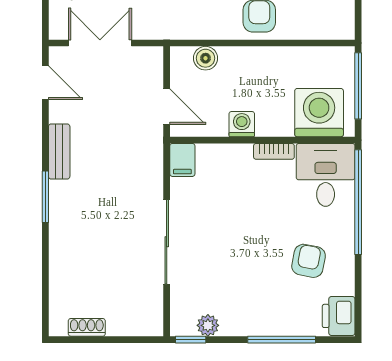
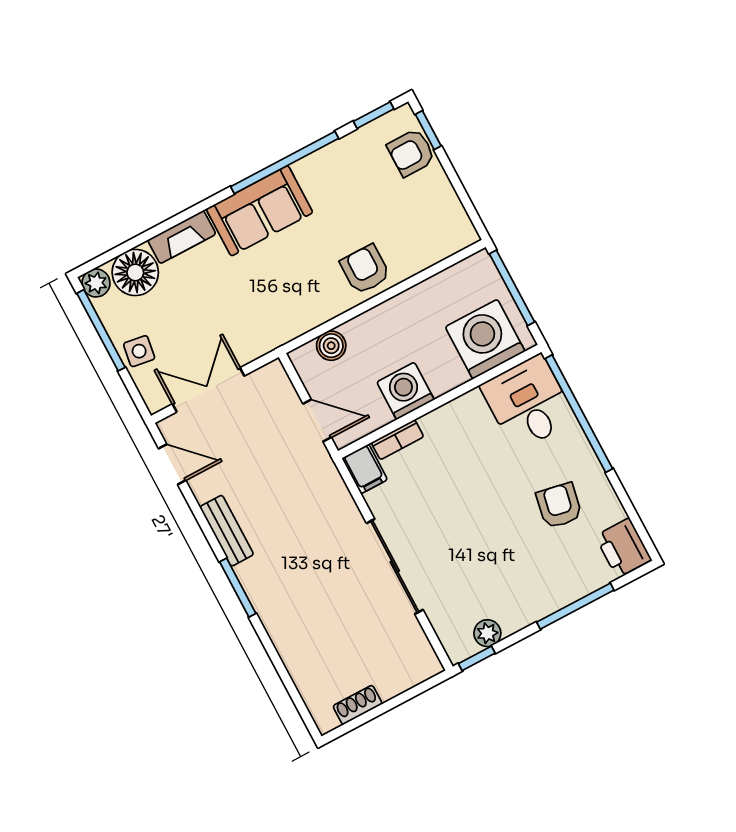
washing machine: (242, 124) -> (406, 391), width x1.38, depth x1.38
bookcase: (274, 151) -> (397, 440), moved

